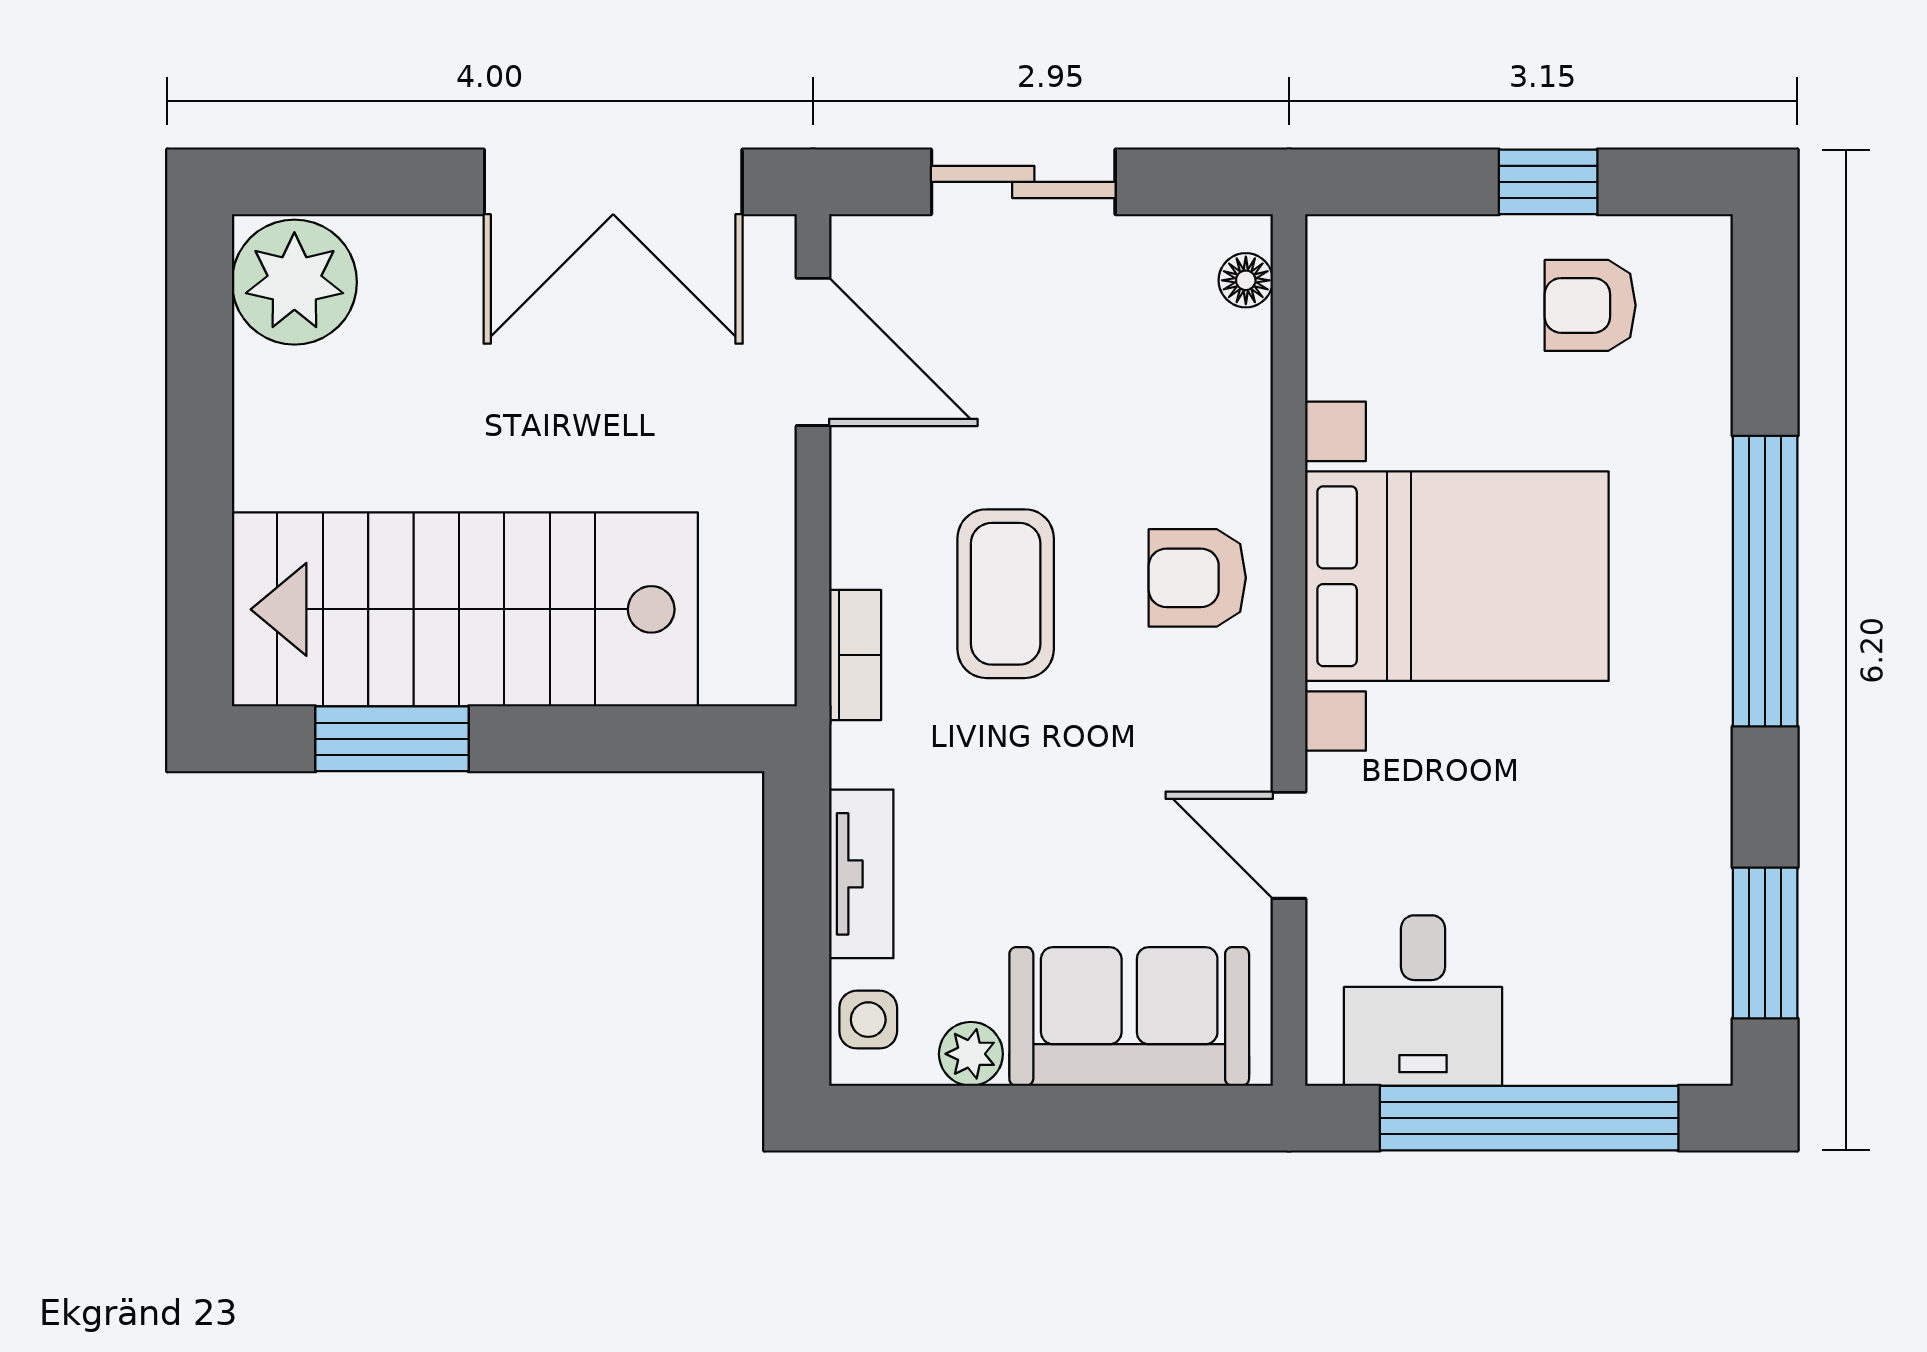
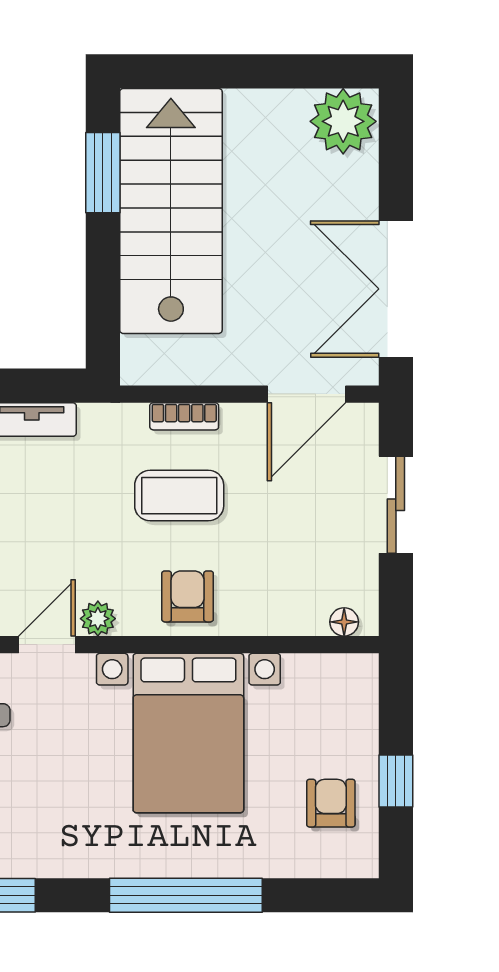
bookcase: (855, 655) -> (184, 416), moved
plant: (1239, 748) -> (98, 619), added

